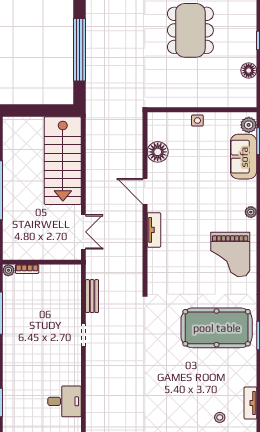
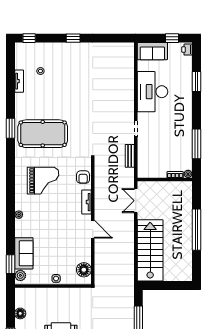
floor lamp: (158, 152) -> (84, 270), moved
grand piano: (230, 254) -> (43, 181), moved, turned 90
armchair: (159, 266) -> (83, 177), added
desk: (64, 401) -> (152, 92), width x1.87, depth x1.30

